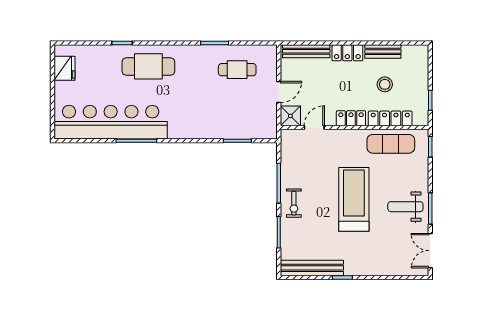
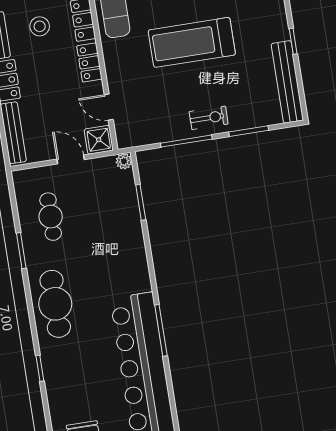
cafe table: (148, 66) -> (55, 304), moved
plant: (271, 133) -> (124, 161), added

